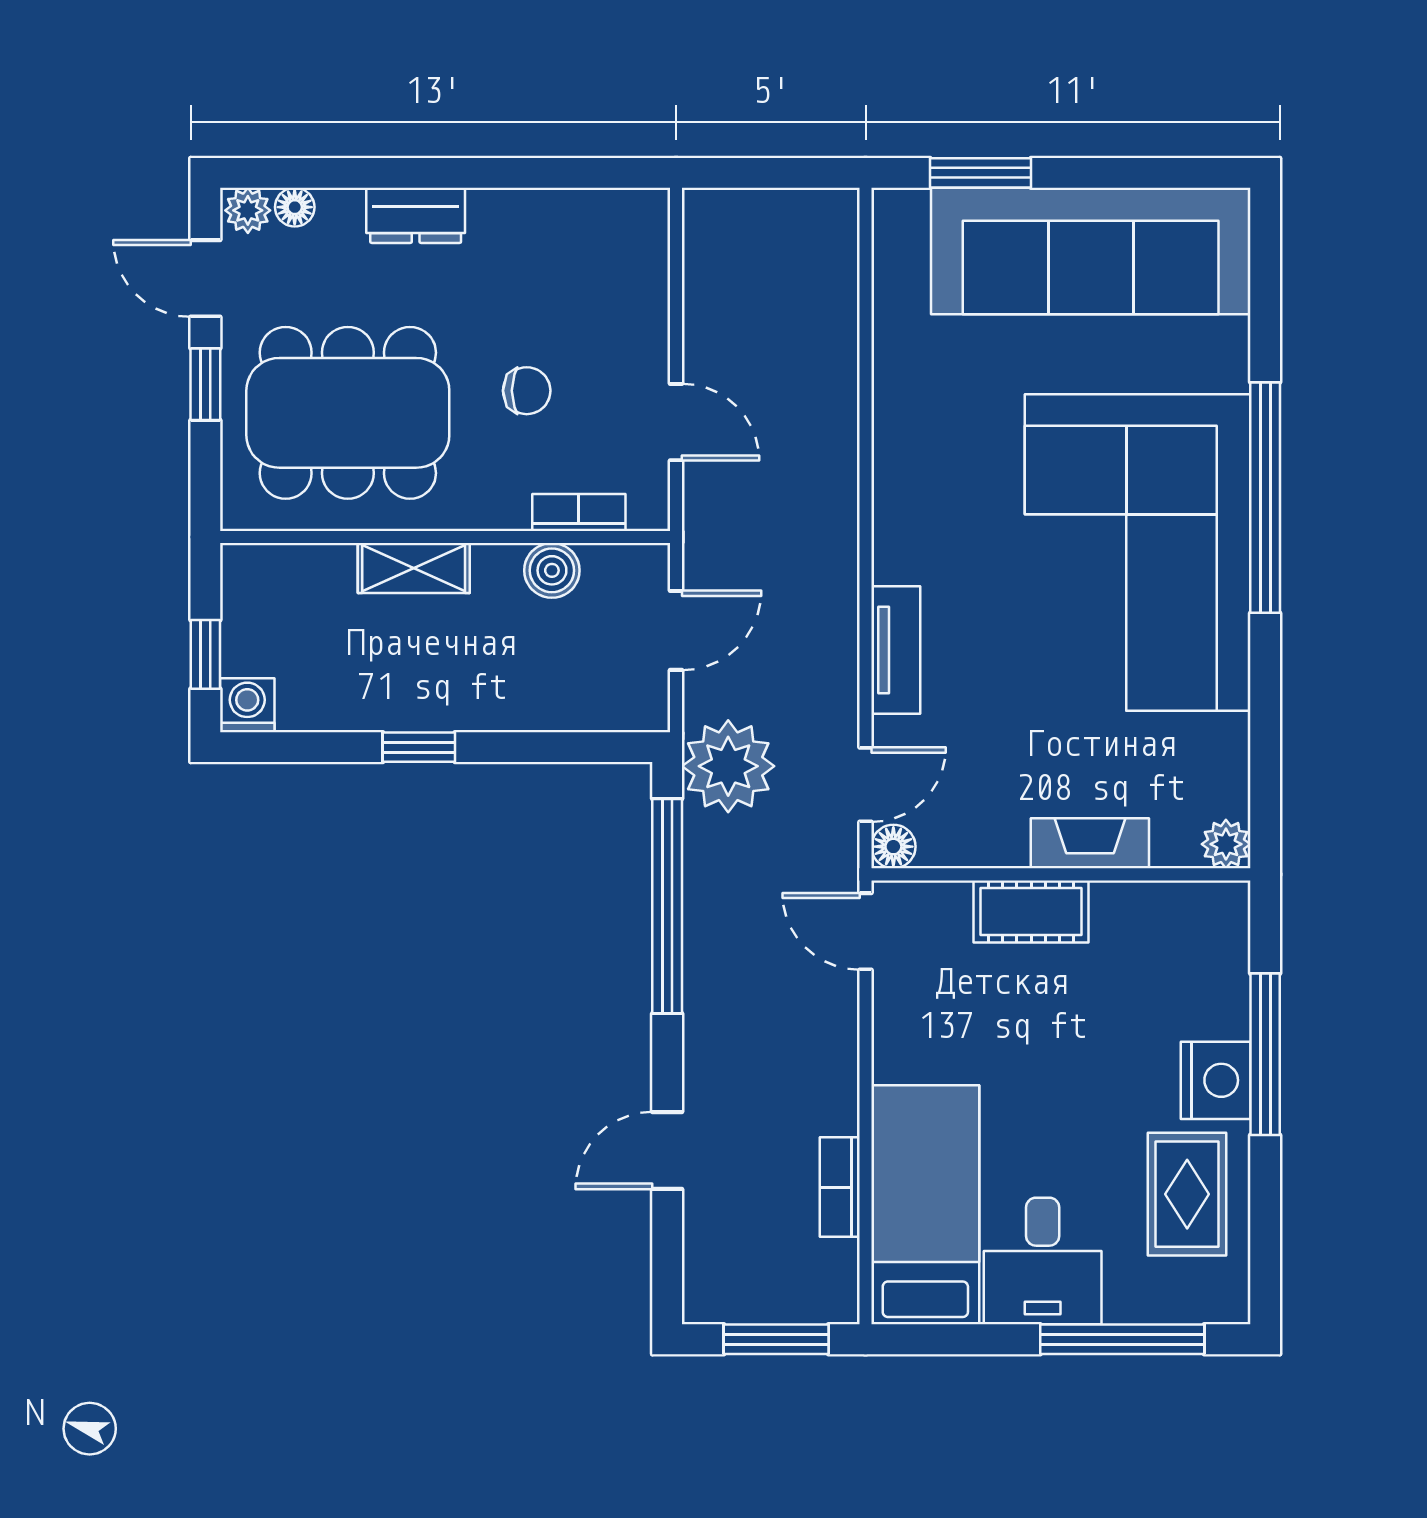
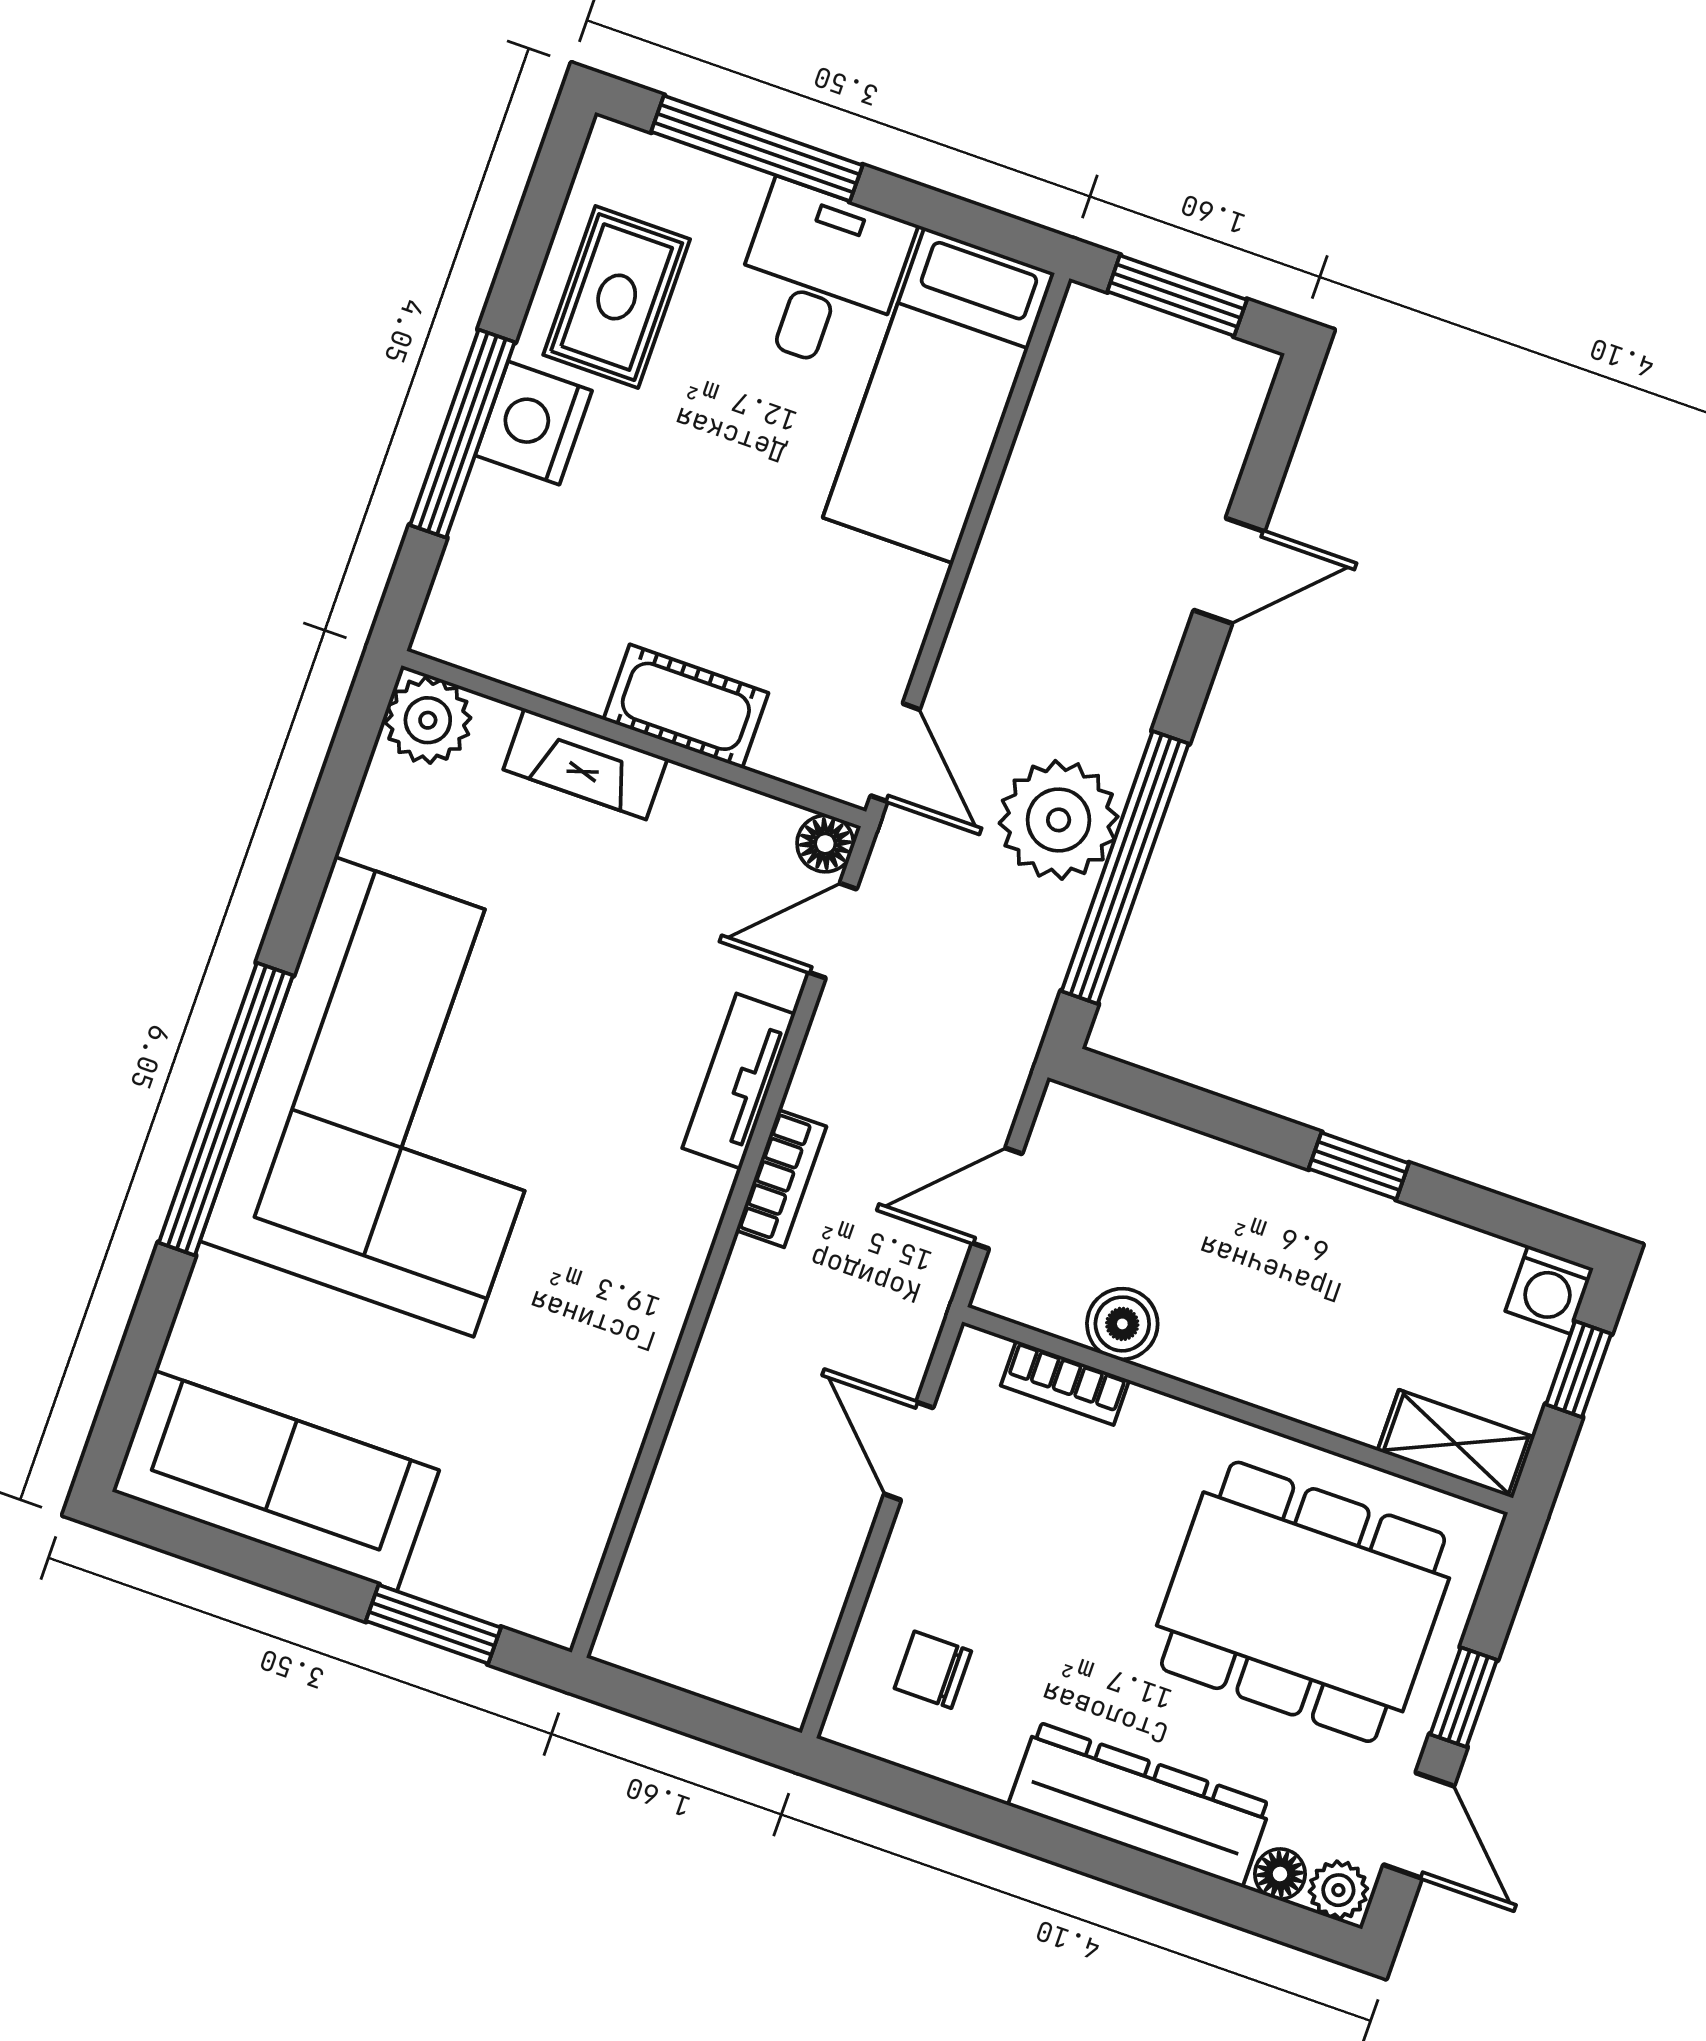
dresser: (416, 215) -> (1140, 1804), width x1.96, depth x1.24
sofa: (1091, 251) -> (276, 1481), width x0.74, depth x0.79
chair: (527, 391) -> (933, 1670), moved
shelving: (414, 568) -> (1456, 1444), moved
plant: (728, 766) -> (1059, 820), moved
plant: (1226, 844) -> (428, 720), width x1.38, depth x1.38
bookcase: (840, 1187) -> (781, 1178), moved

